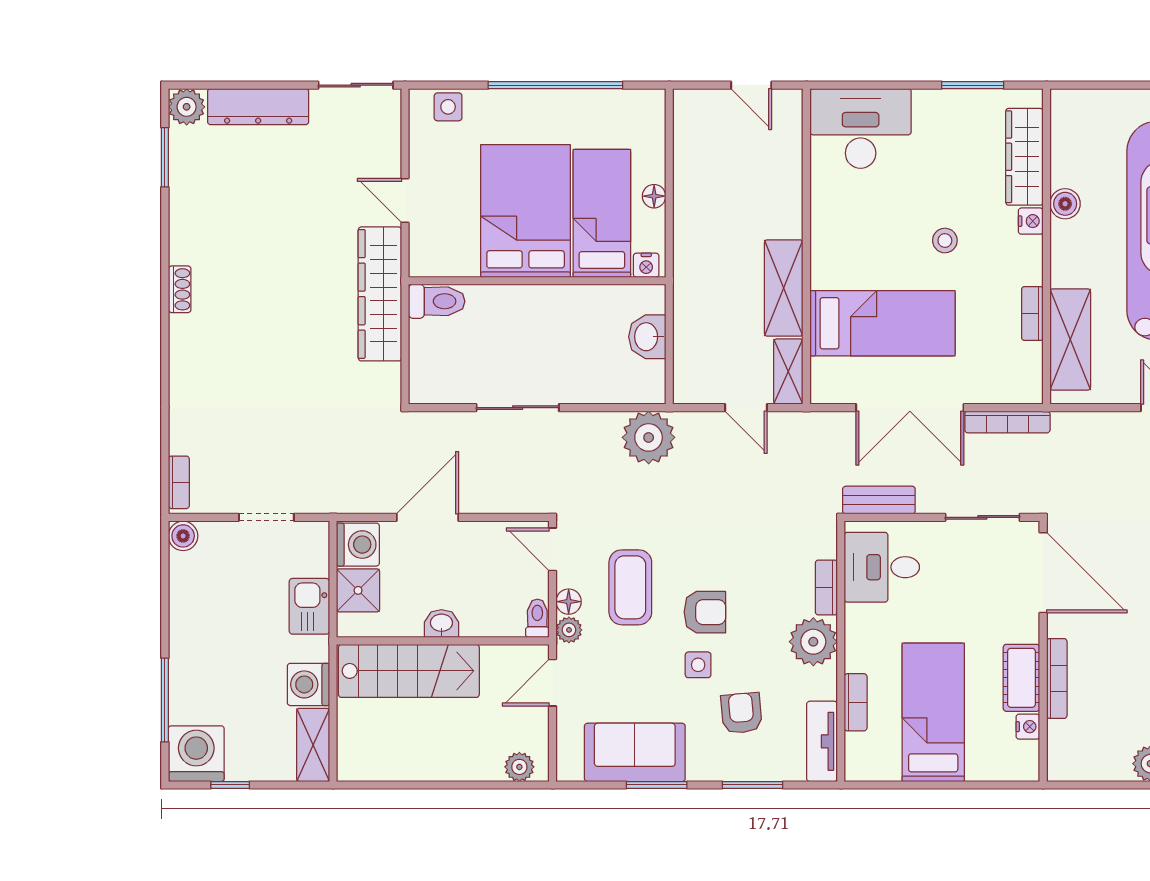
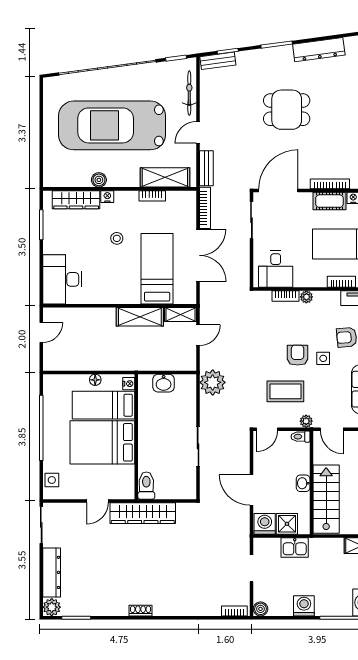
bench: (879, 500) -> (206, 168), moved
floor lamp: (569, 602) -> (292, 421), removed
plant: (813, 642) -> (306, 297), width x0.53, depth x0.53
washing machine: (308, 684) -> (304, 606), moved, turned 180

